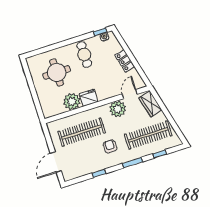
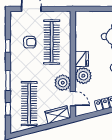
plant: (72, 101) -> (83, 76), moved
armchair: (110, 146) -> (30, 42), moved

